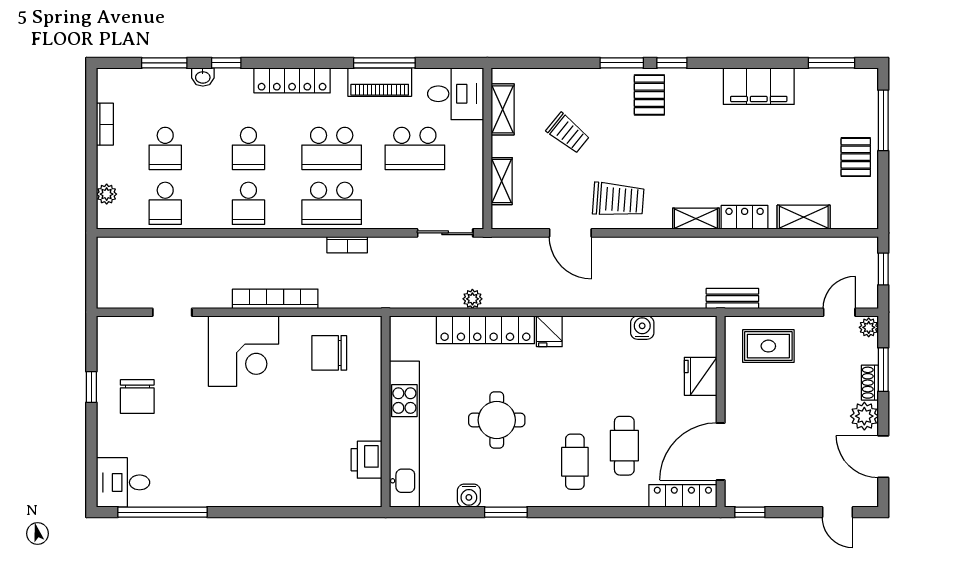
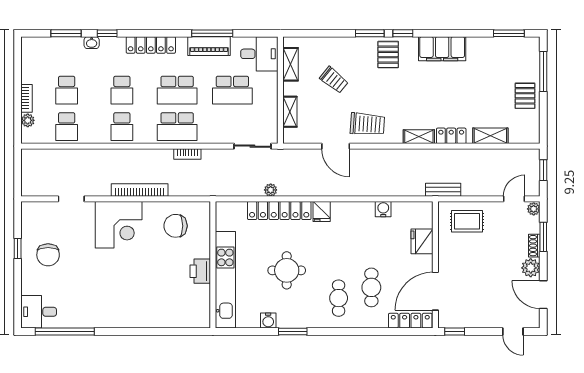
filing cabinet: (759, 86) -> (442, 49), moved
bookcase: (105, 124) -> (27, 98), moved
printer: (367, 460) -> (200, 271), moved

